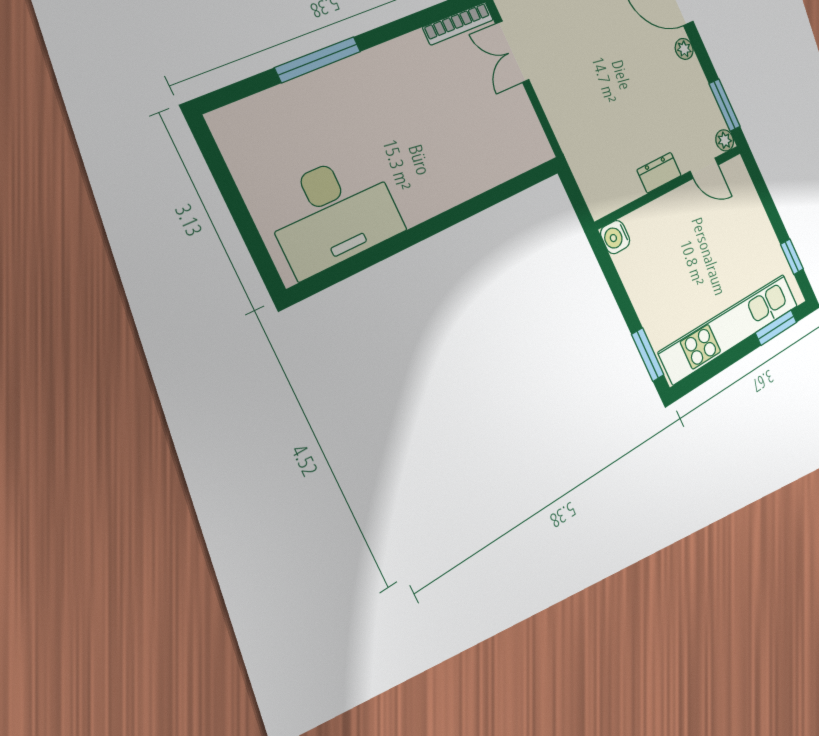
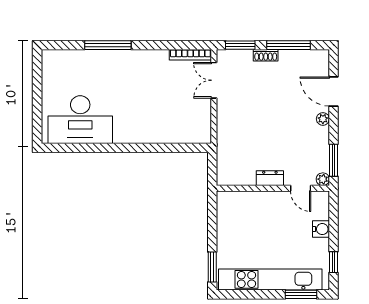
water cooler: (615, 237) -> (321, 229), moved, turned 180

